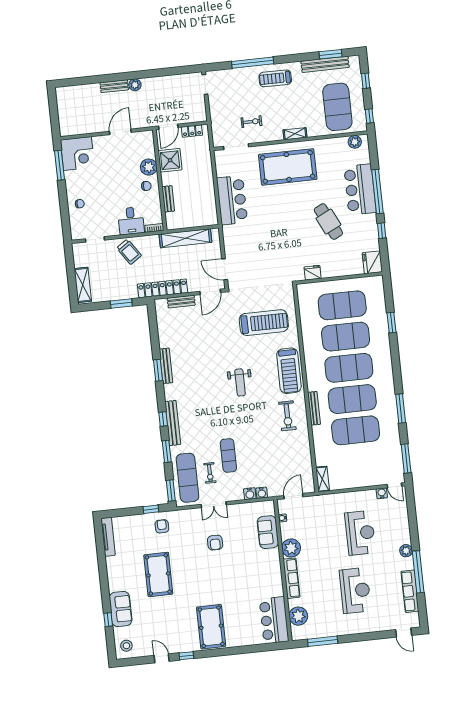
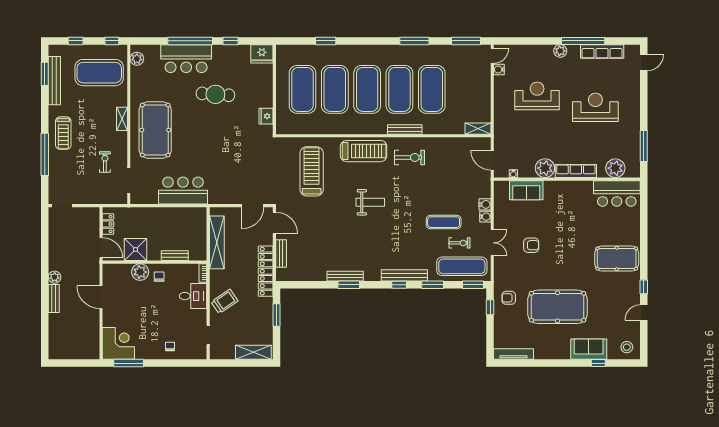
cafe table: (328, 222) -> (215, 94), turned 30
water cooler: (262, 493) -> (485, 217), moved
pool table: (158, 574) -> (558, 307), width x1.36, depth x1.32

